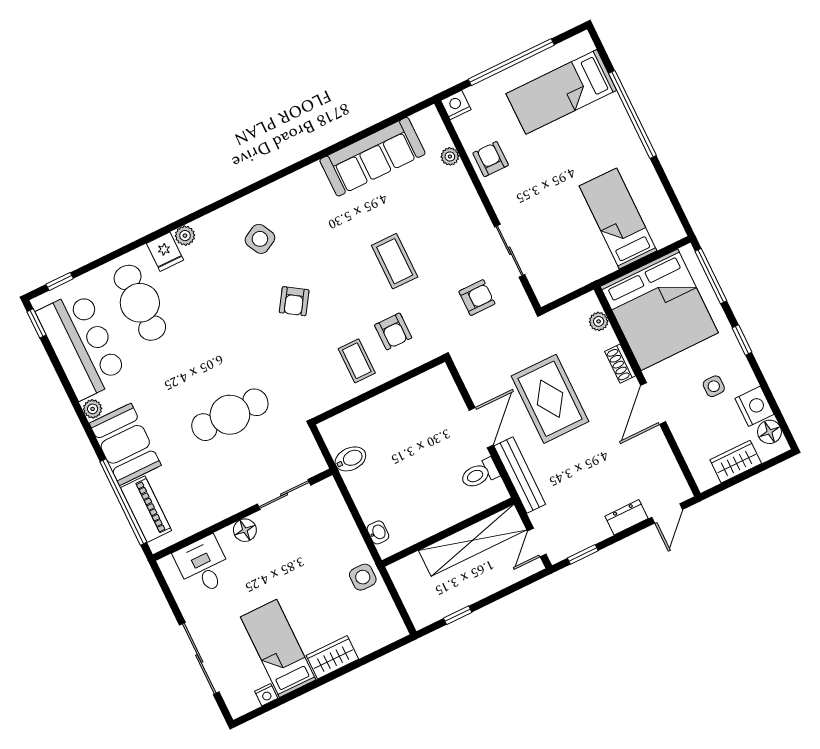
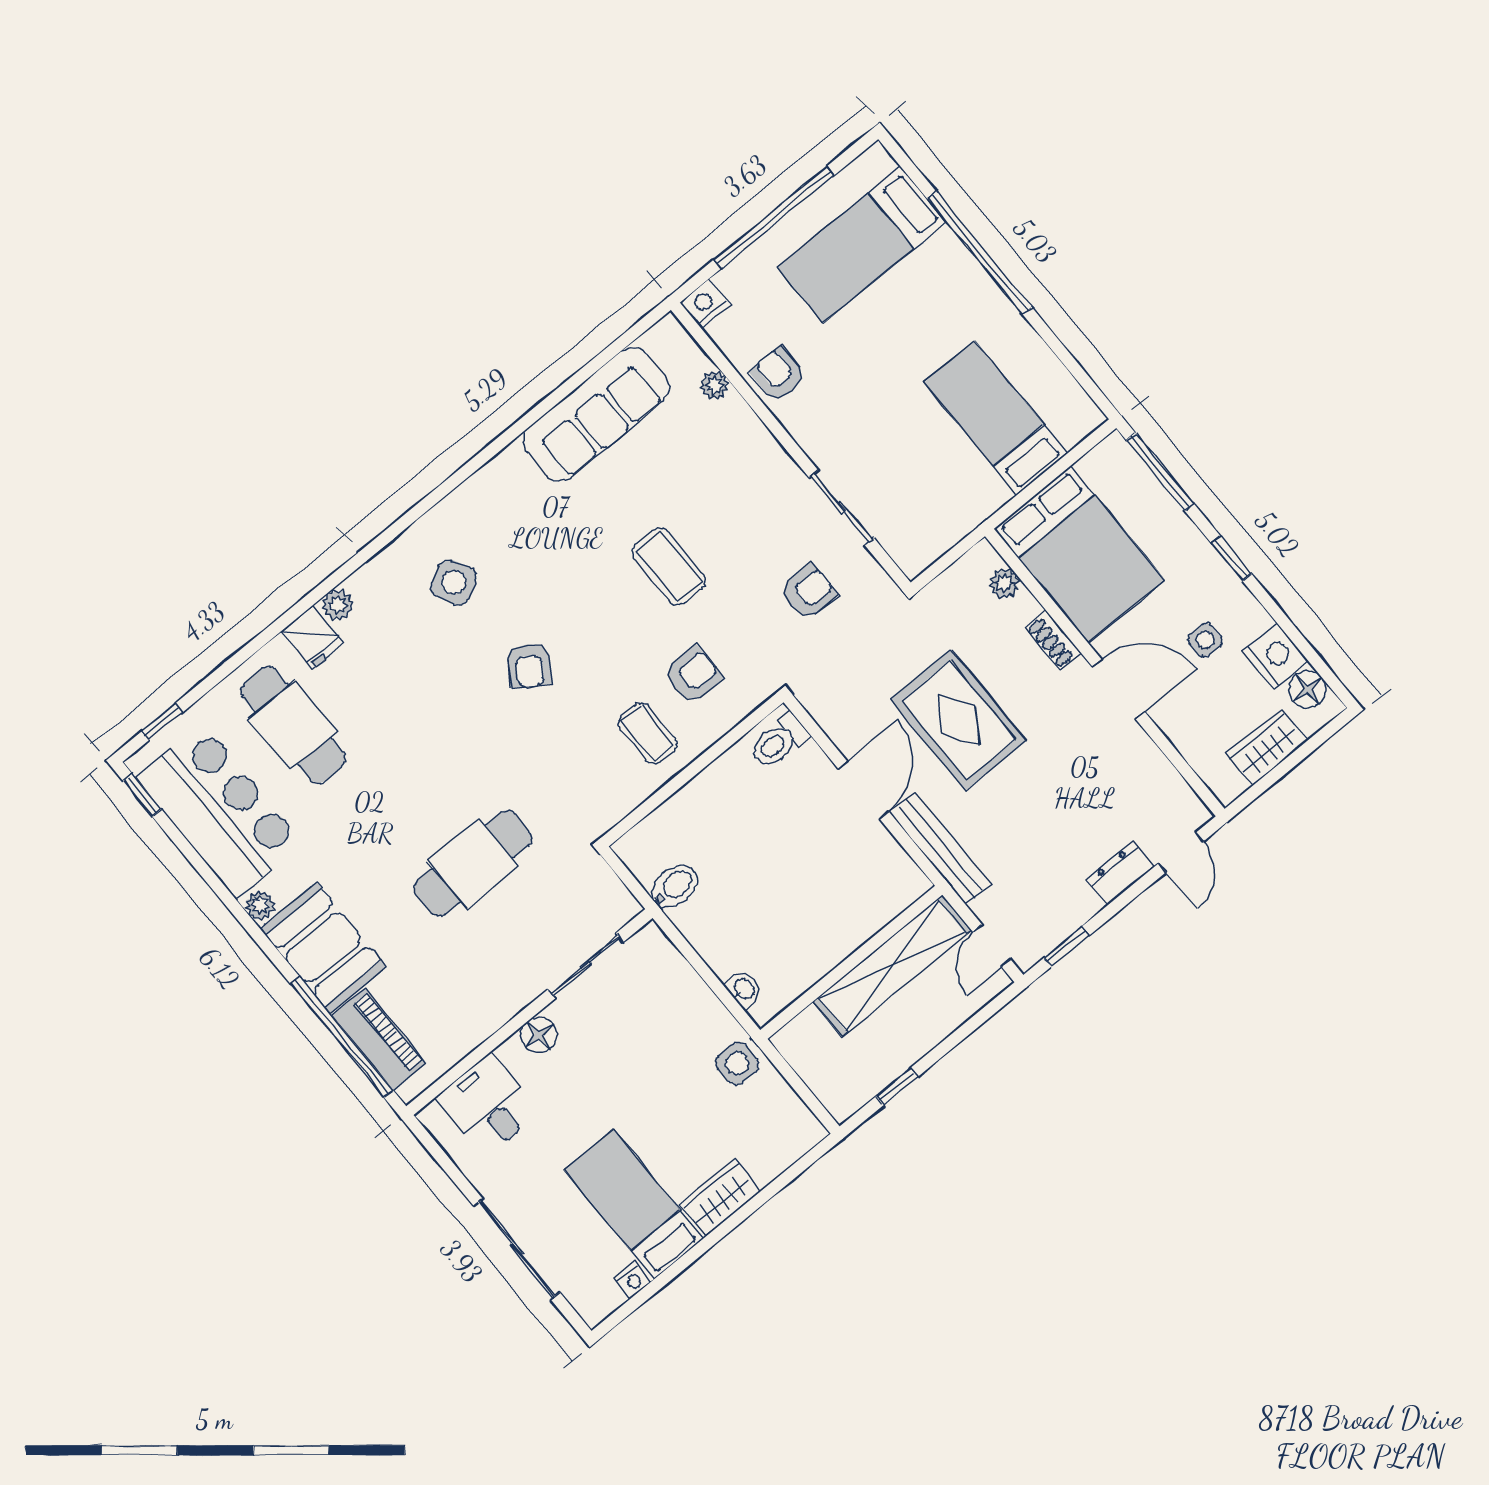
bed: (659, 310) -> (1079, 554), width x0.73
armchair: (393, 331) -> (693, 675), turned -90
door: (653, 404) -> (1118, 689), swing flipped
toilet: (480, 474) -> (779, 741), moved

